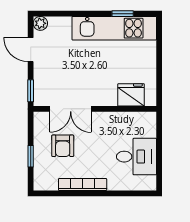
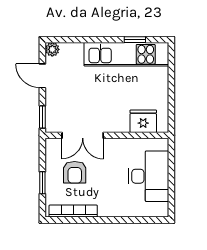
desk: (136, 157) -> (149, 176), width x1.37
bookcase: (83, 185) -> (73, 211), moved

